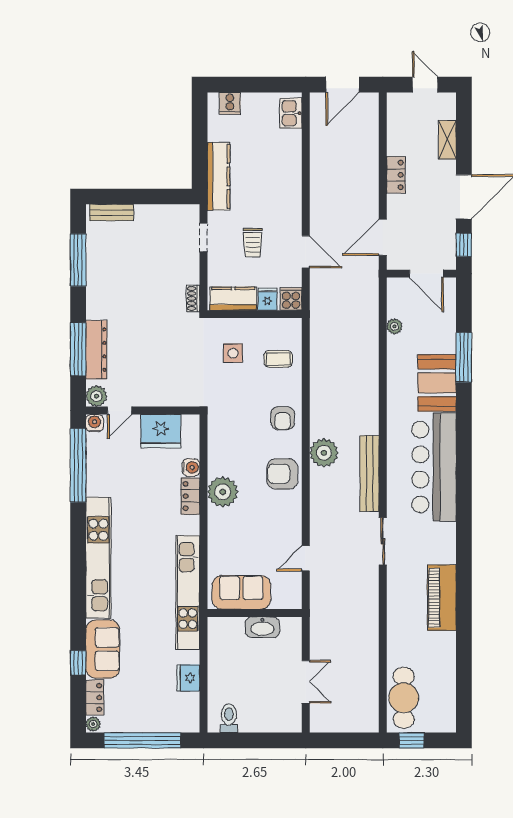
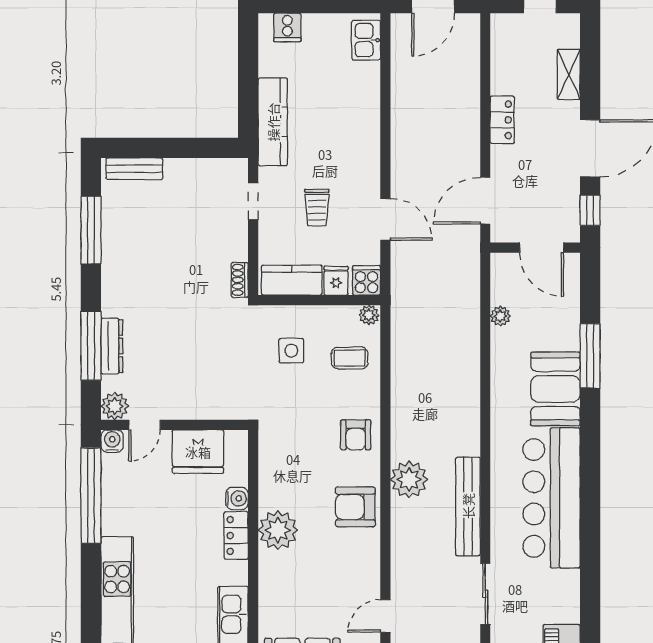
plant: (293, 326) -> (369, 315), added
dresser: (96, 350) -> (112, 346), width x0.73, depth x0.80

